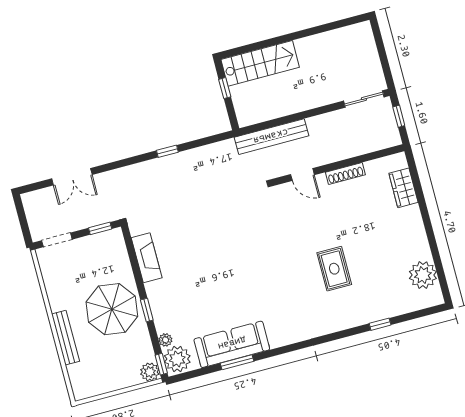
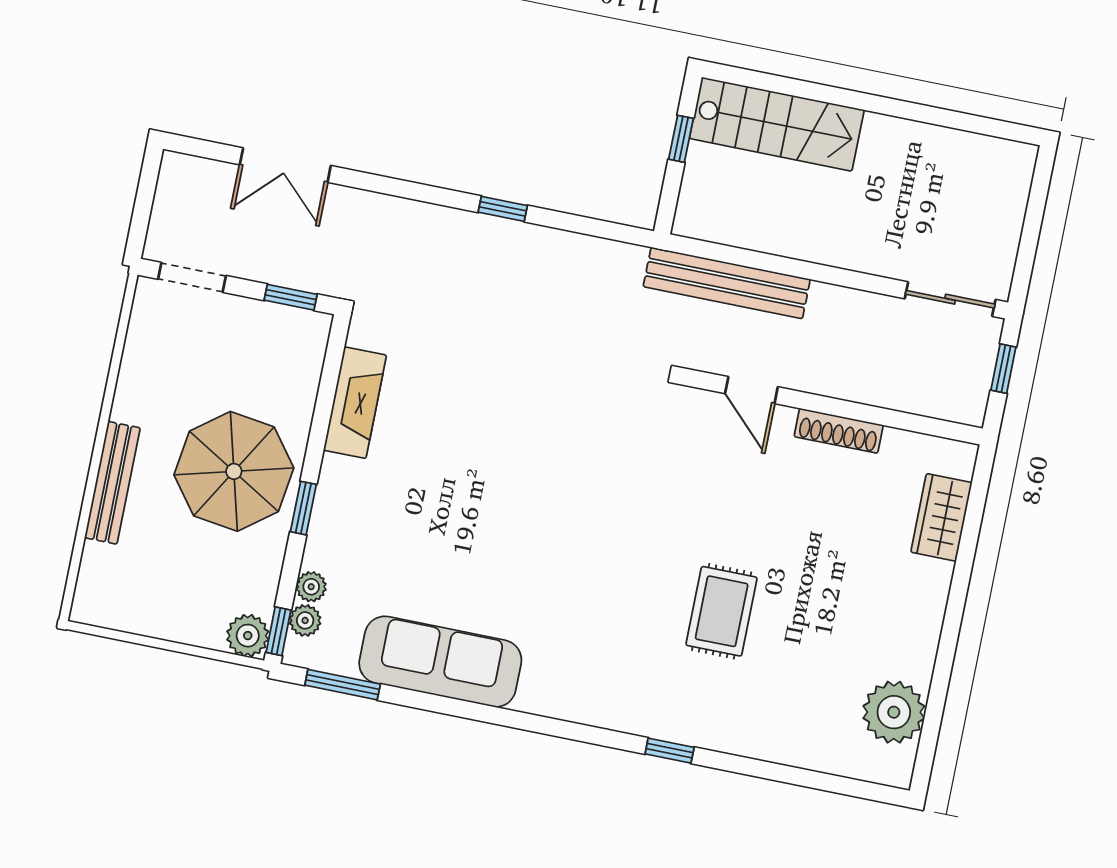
window: (380, 324) -> (670, 751), moved
plant: (177, 359) -> (305, 620), width x0.53, depth x0.53
window: (237, 362) -> (343, 685), moved

